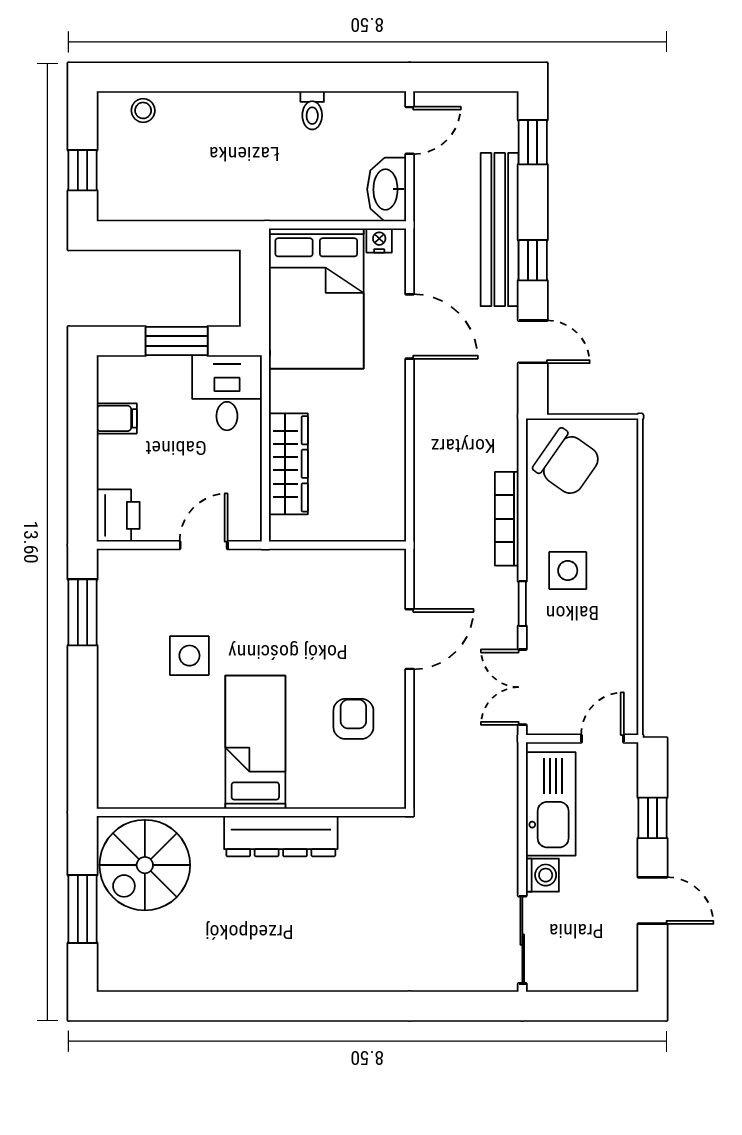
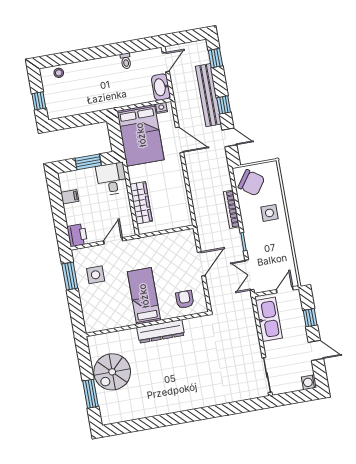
side table: (568, 571) -> (269, 213), moved
side table: (189, 656) -> (96, 275), moved
bed: (255, 742) -> (144, 296), moved
wall: (251, 812) -> (147, 324), moved
dresser: (281, 836) -> (161, 331), moved
washing machine: (542, 875) -> (309, 382), moved, turned 180

